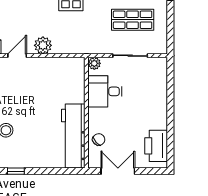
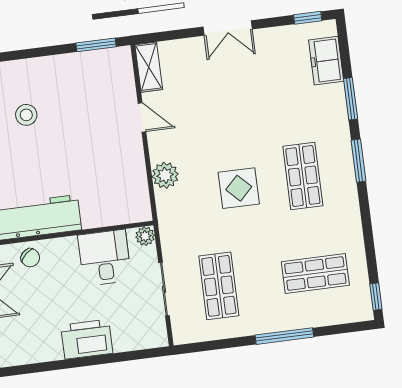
plant: (43, 45) -> (165, 175), moved
printer: (156, 146) -> (87, 339), moved

